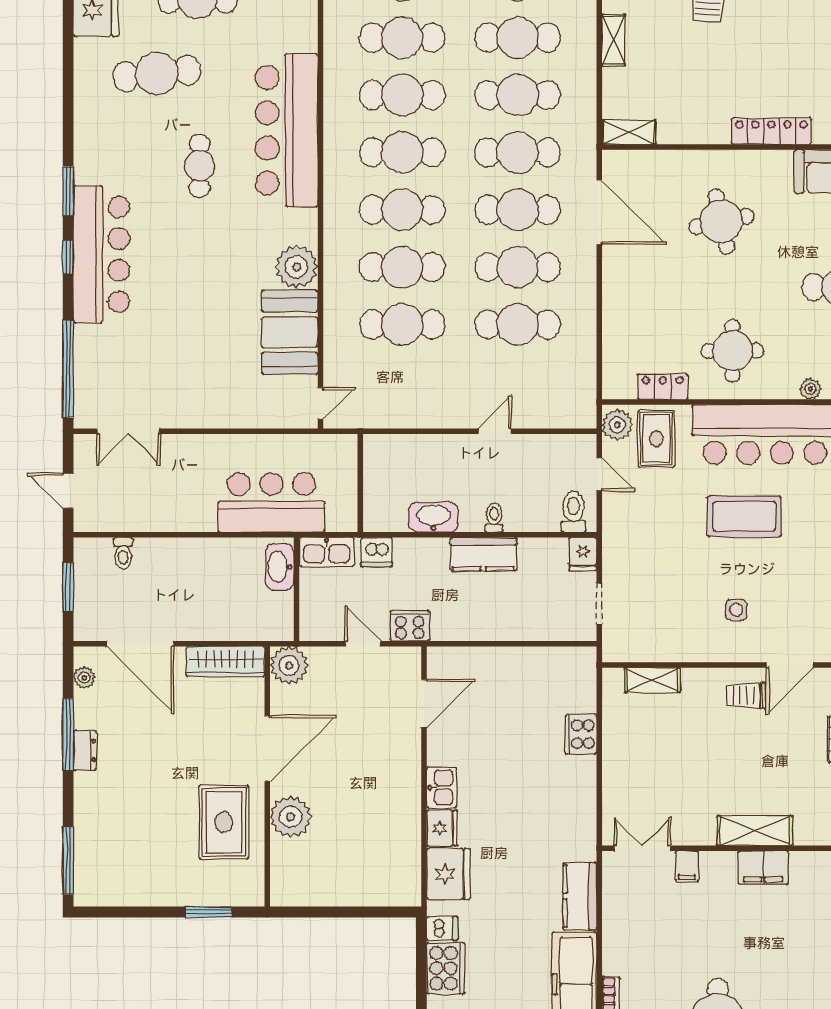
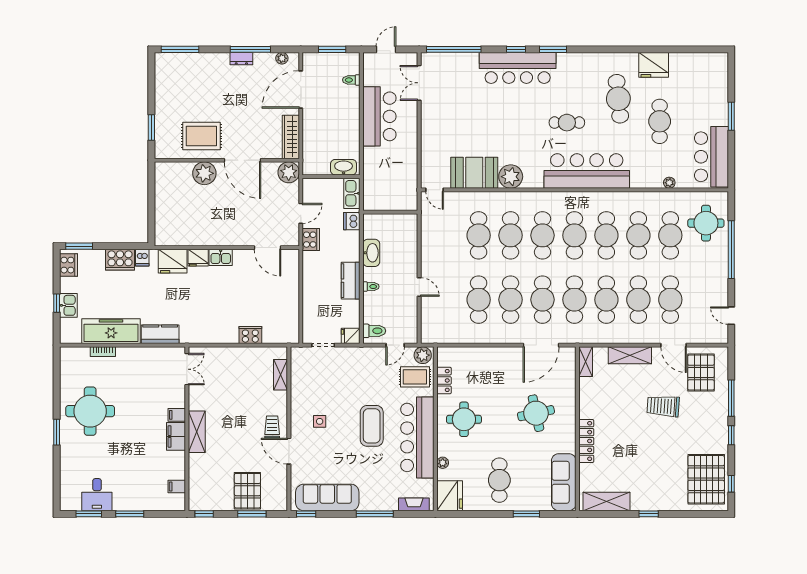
shelving: (614, 40) -> (630, 355), width x1.50, depth x1.33
bar counter: (271, 502) -> (379, 116), moved
filing cabinet: (687, 866) -> (177, 415), moved

